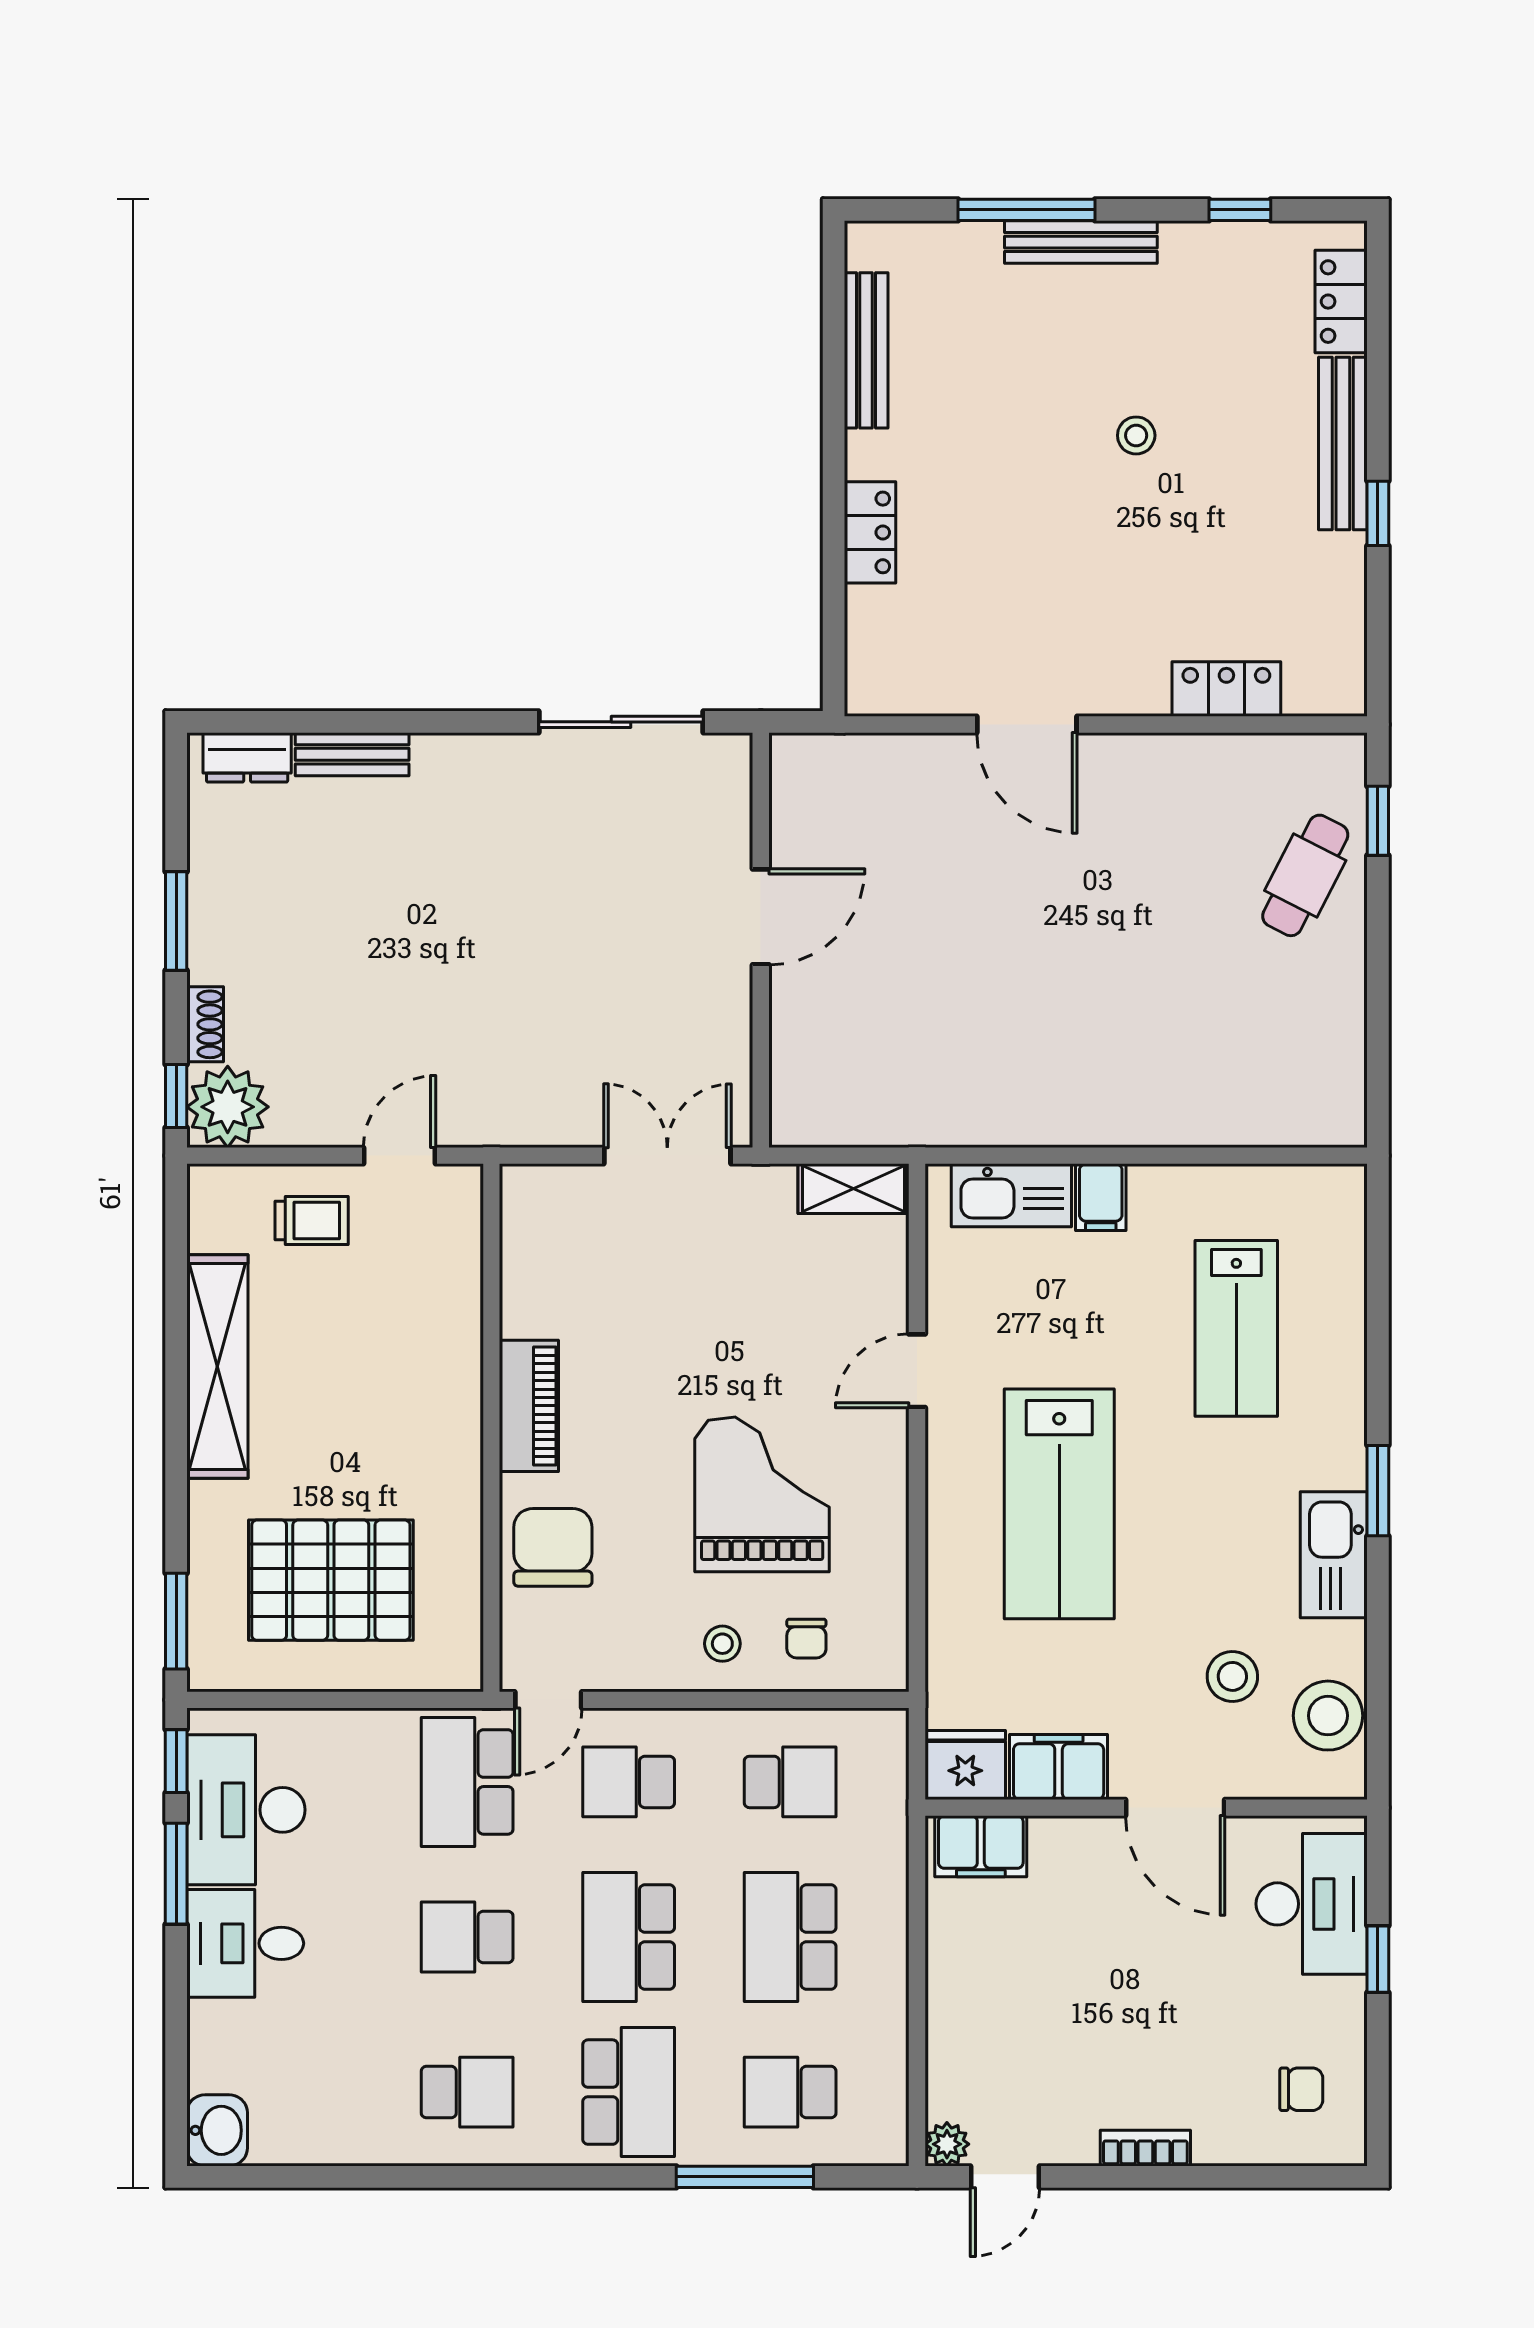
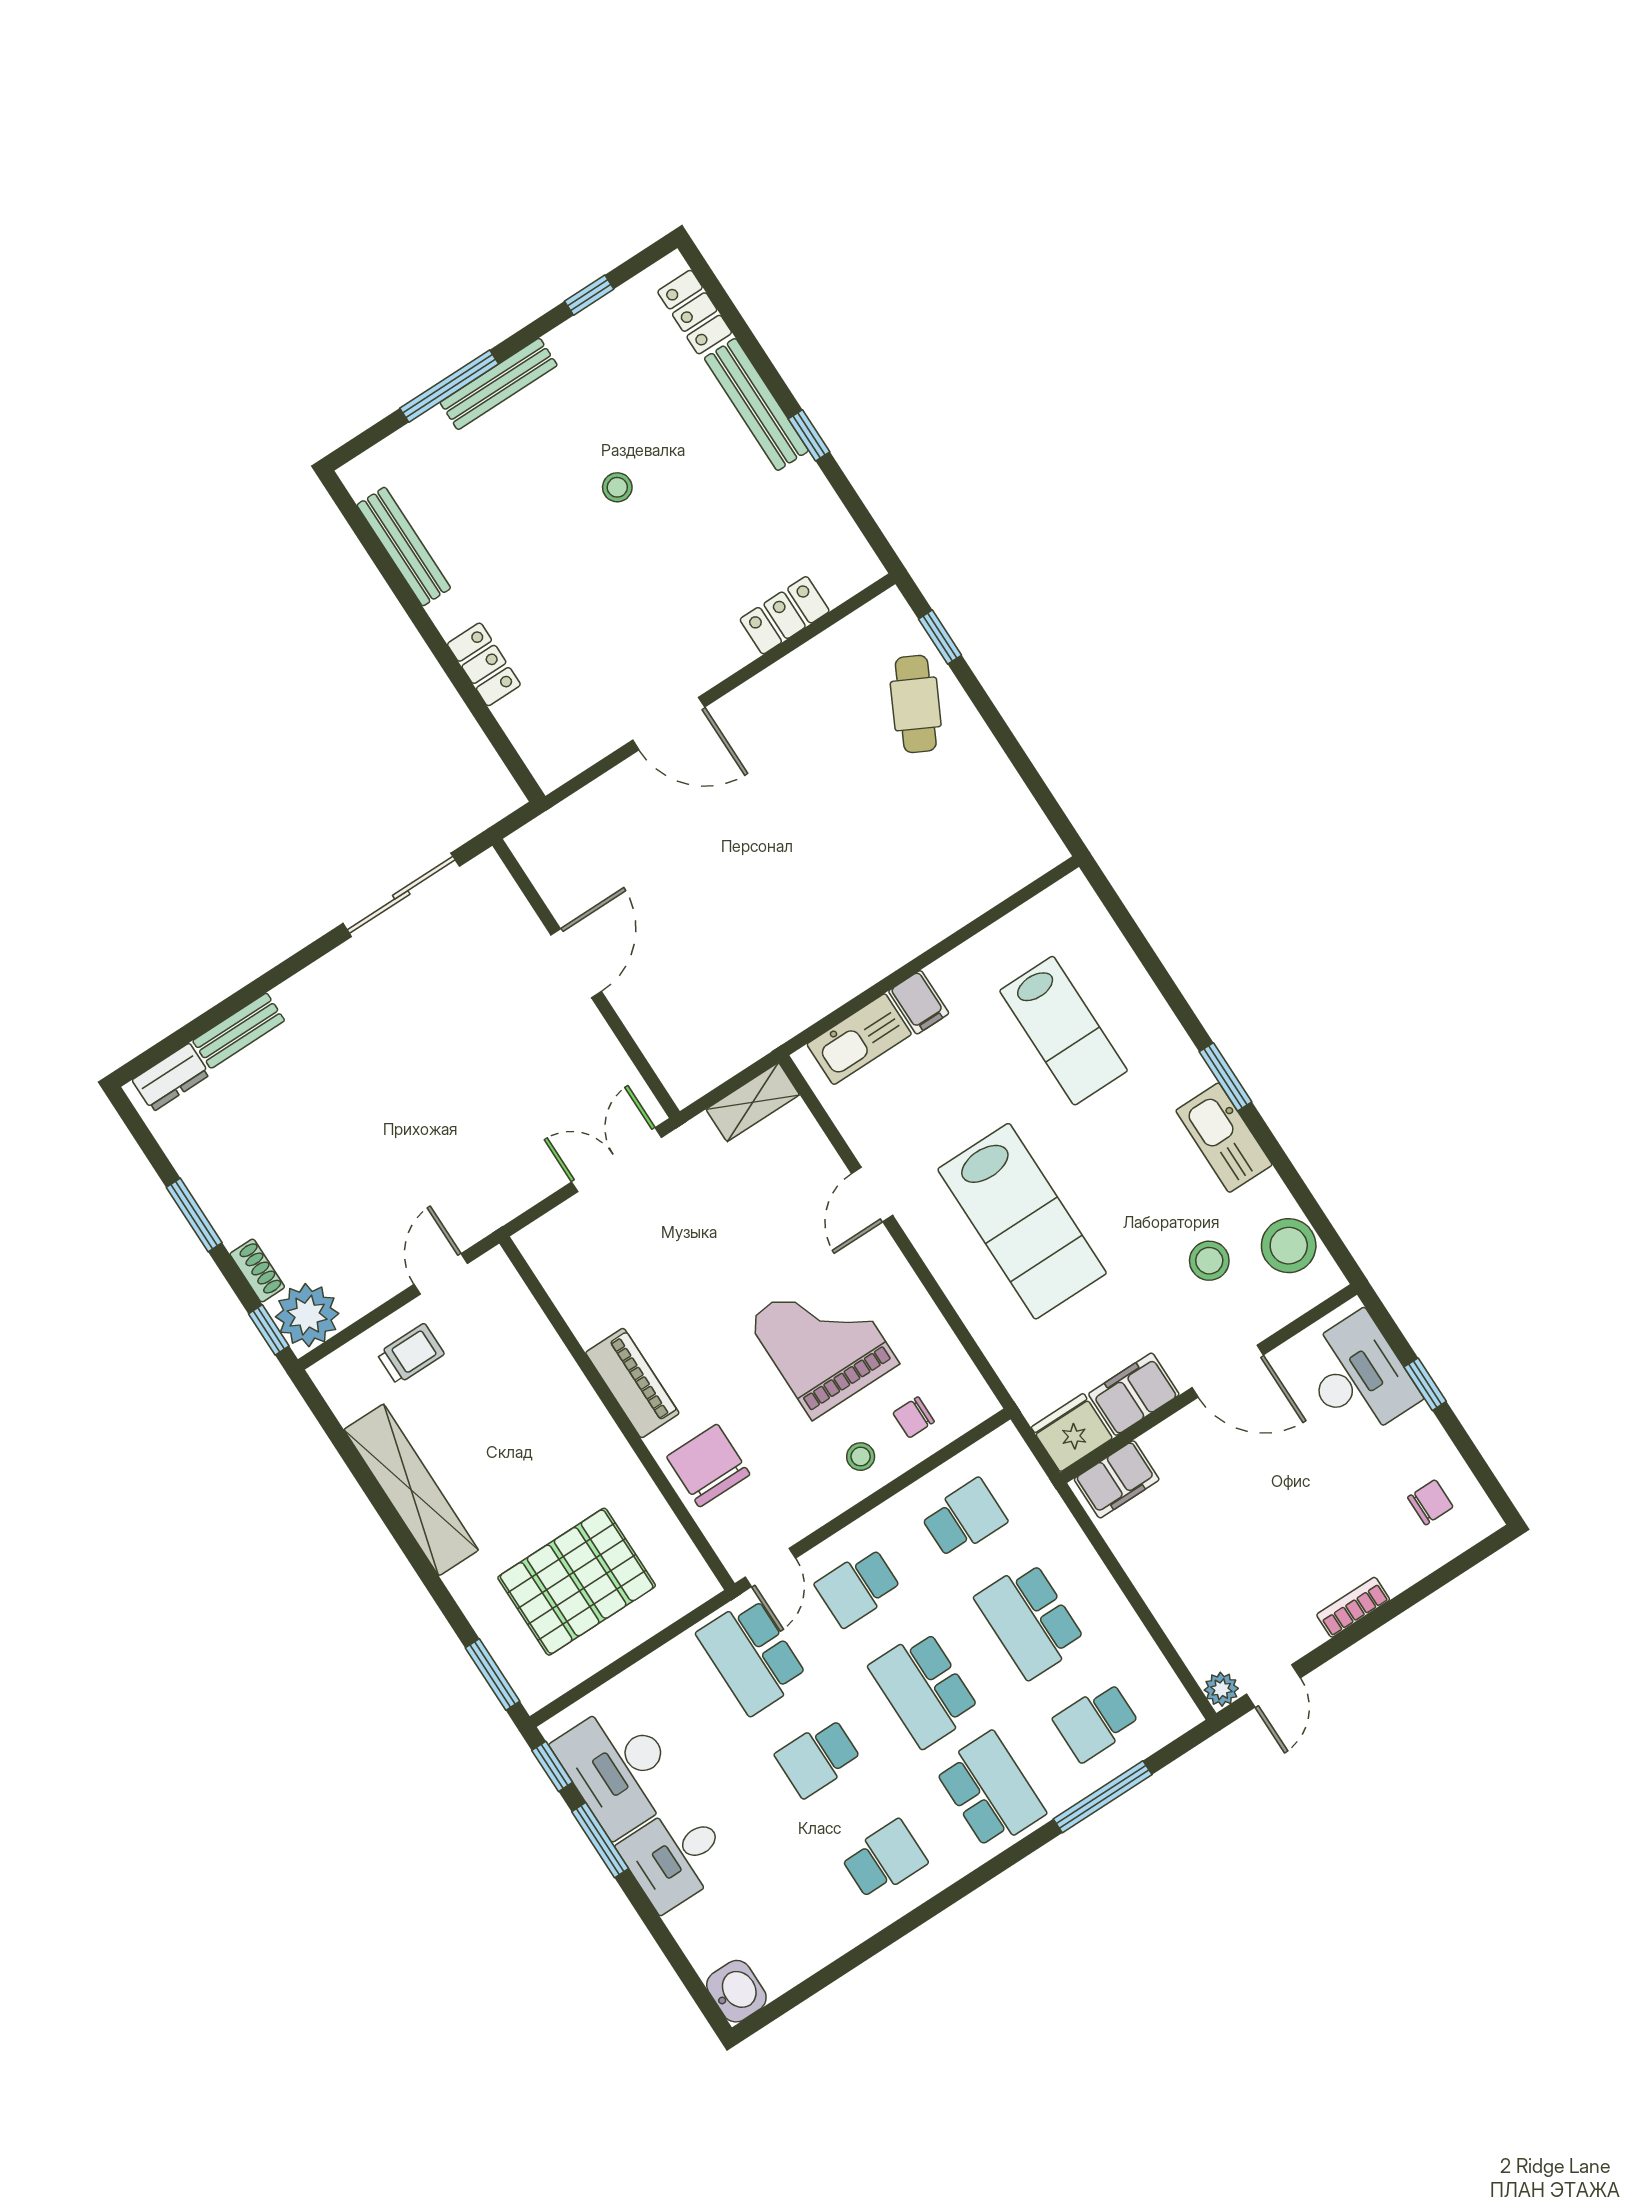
chair: (806, 1639) -> (914, 1417), turned 90

